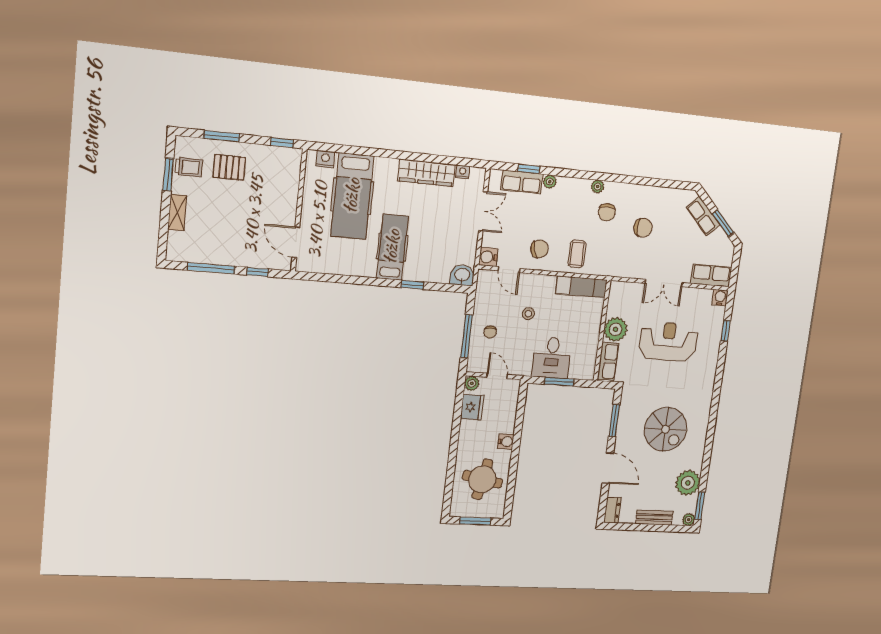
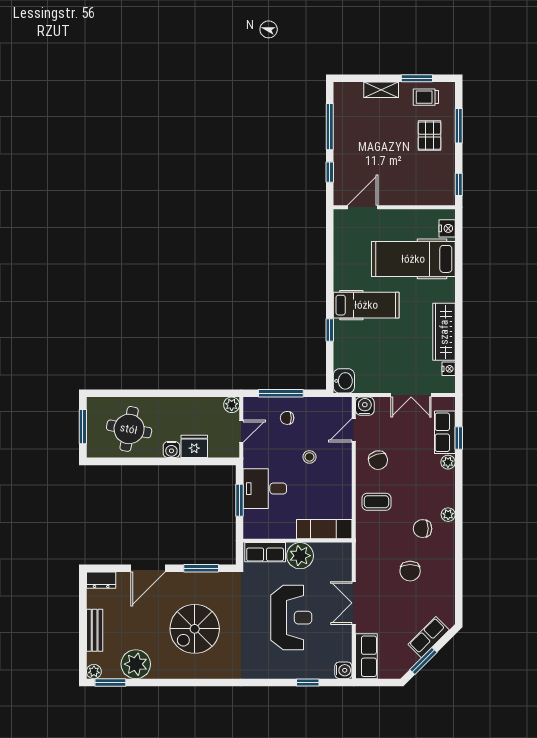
trolley: (189, 167) -> (426, 97), turned 90
exam couch: (581, 287) -> (324, 529), moved, turned 90
fridge: (472, 407) -> (194, 446), moved, turned 180

